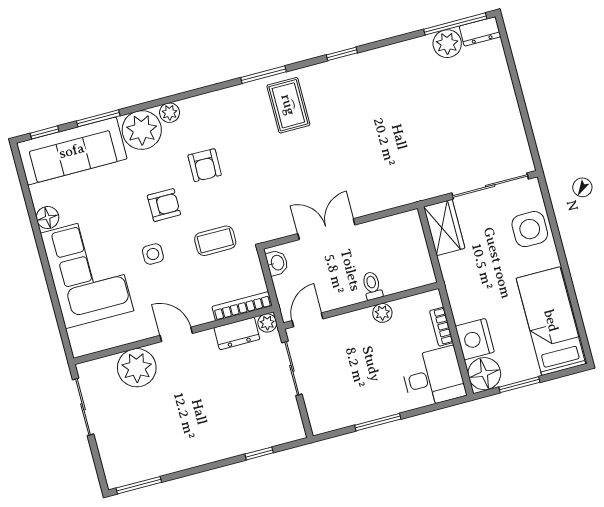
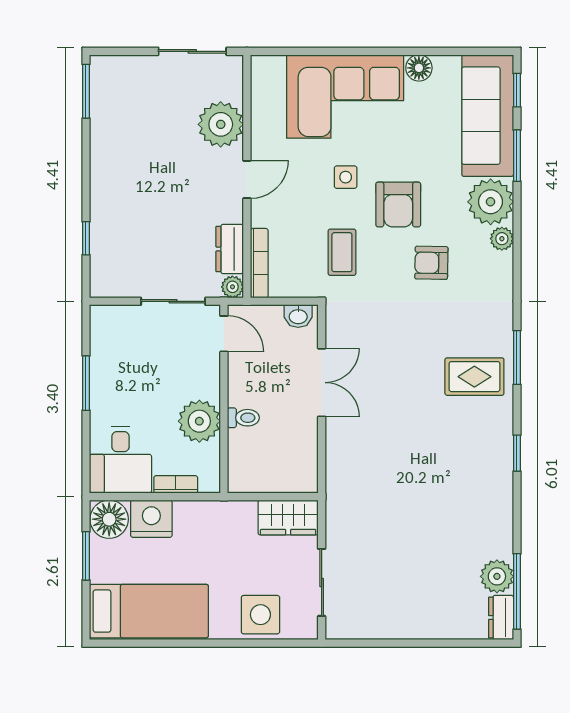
sliding door: (490, 186) -> (322, 582), width x0.73
armchair: (164, 205) -> (398, 204), width x1.38, depth x1.38
plant: (382, 313) -> (199, 421), width x1.88, depth x1.88

